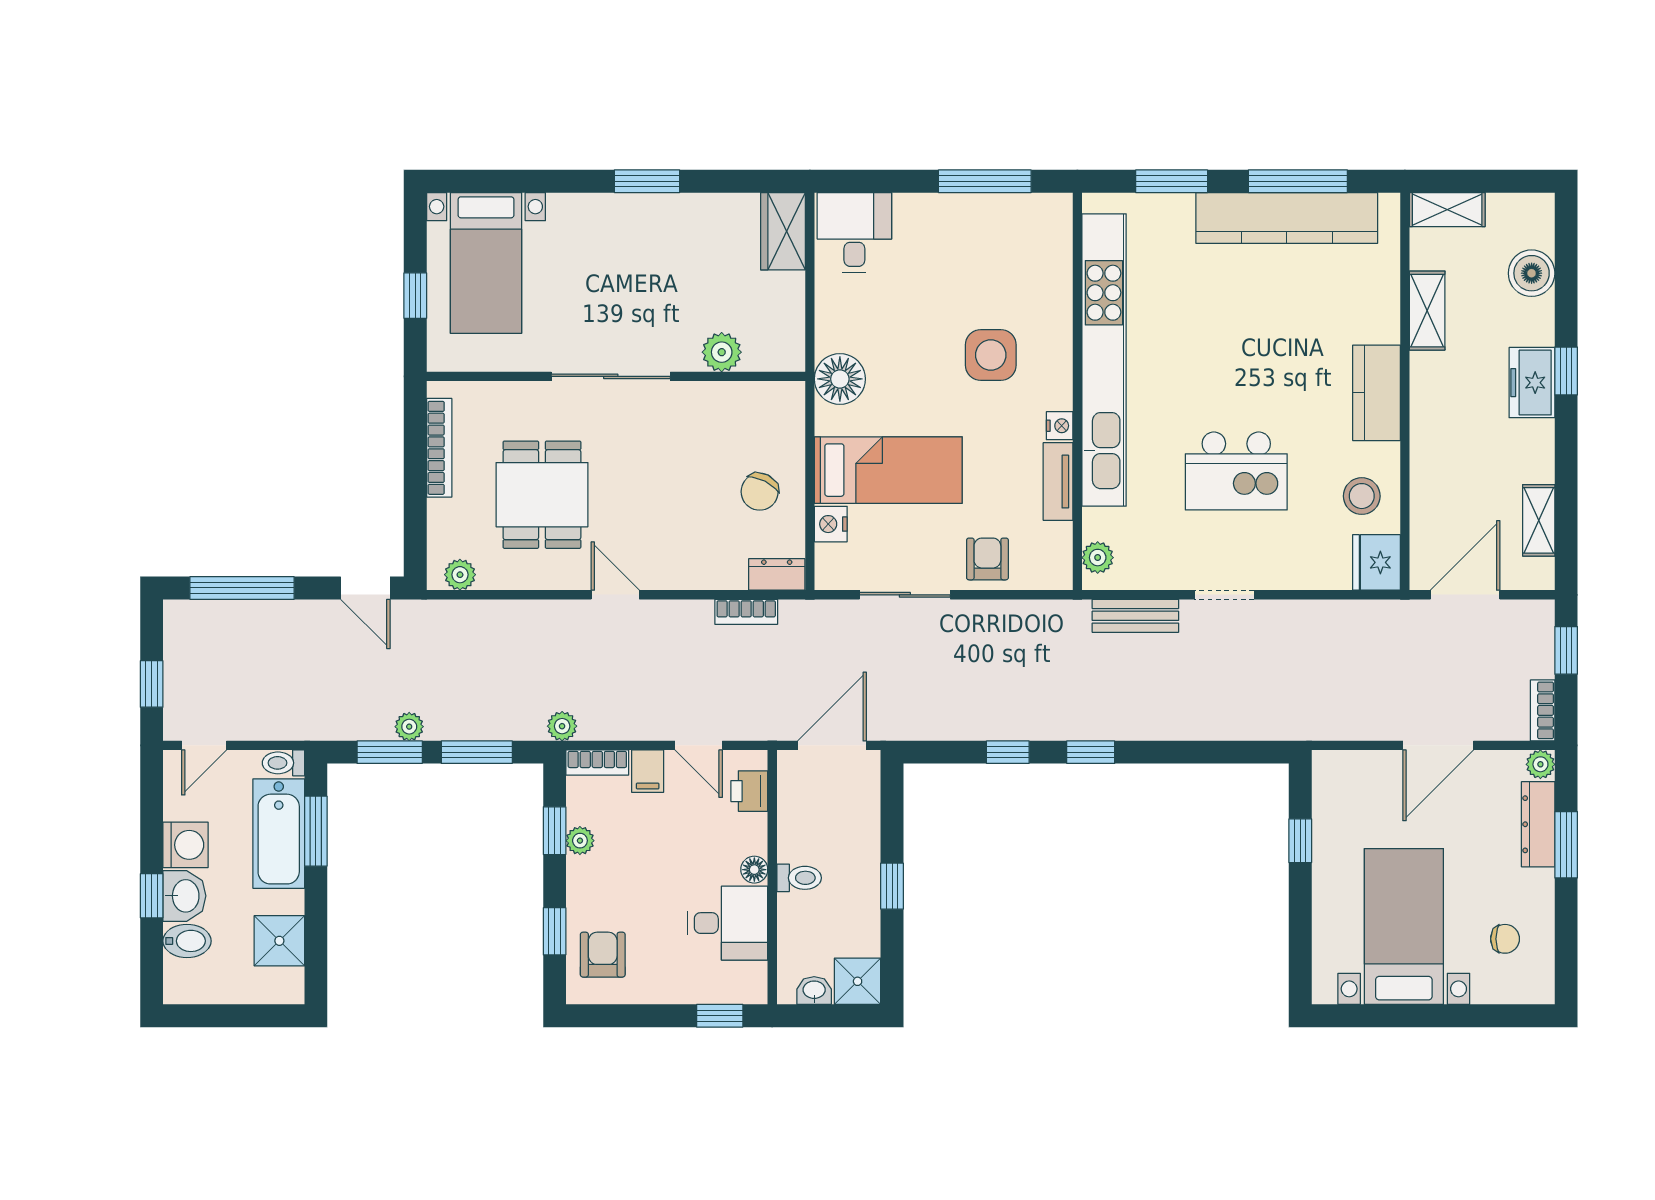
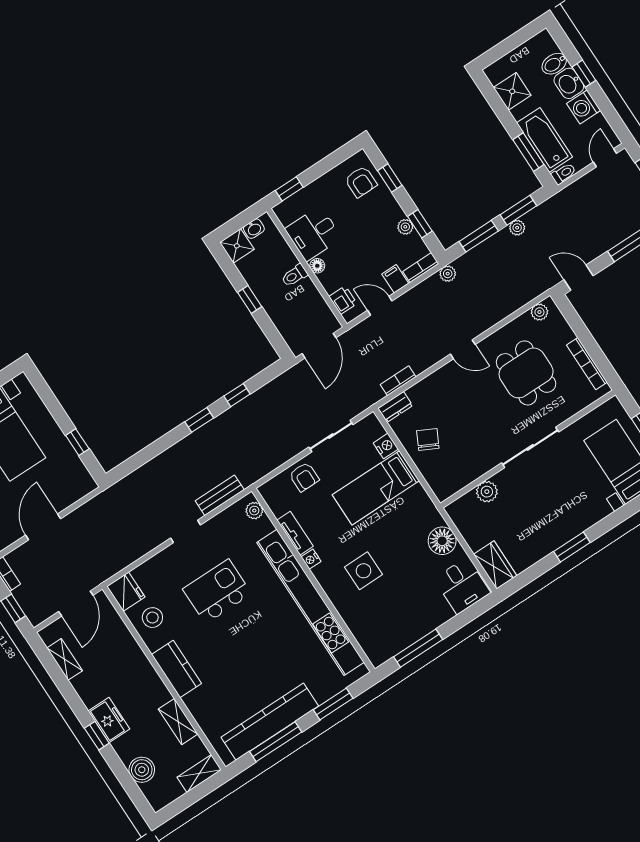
floor lamp: (840, 379) -> (442, 541), moved

